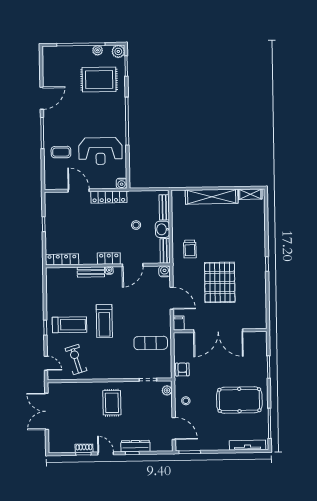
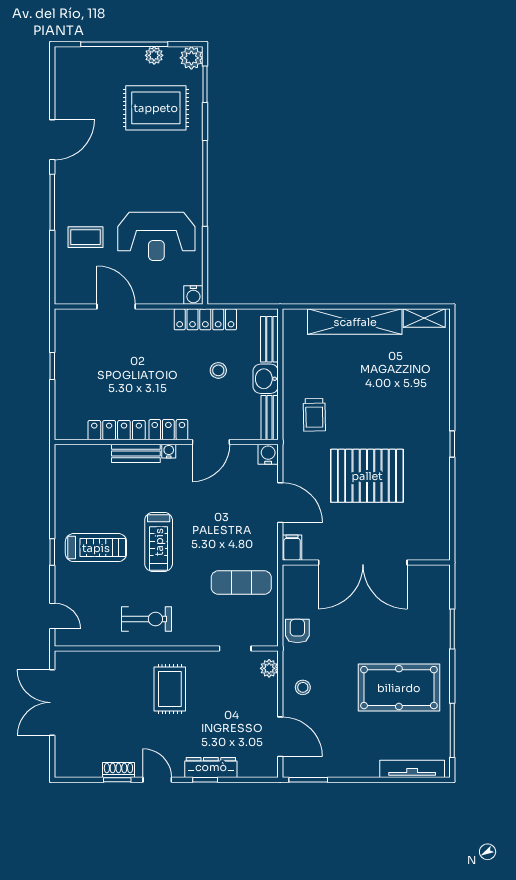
locker: (109, 197) -> (205, 319), moved
locker: (62, 259) -> (117, 430), moved
pallet: (220, 282) -> (367, 476), turned 90
exercise bike: (76, 360) -> (146, 619), moved, turned 107

